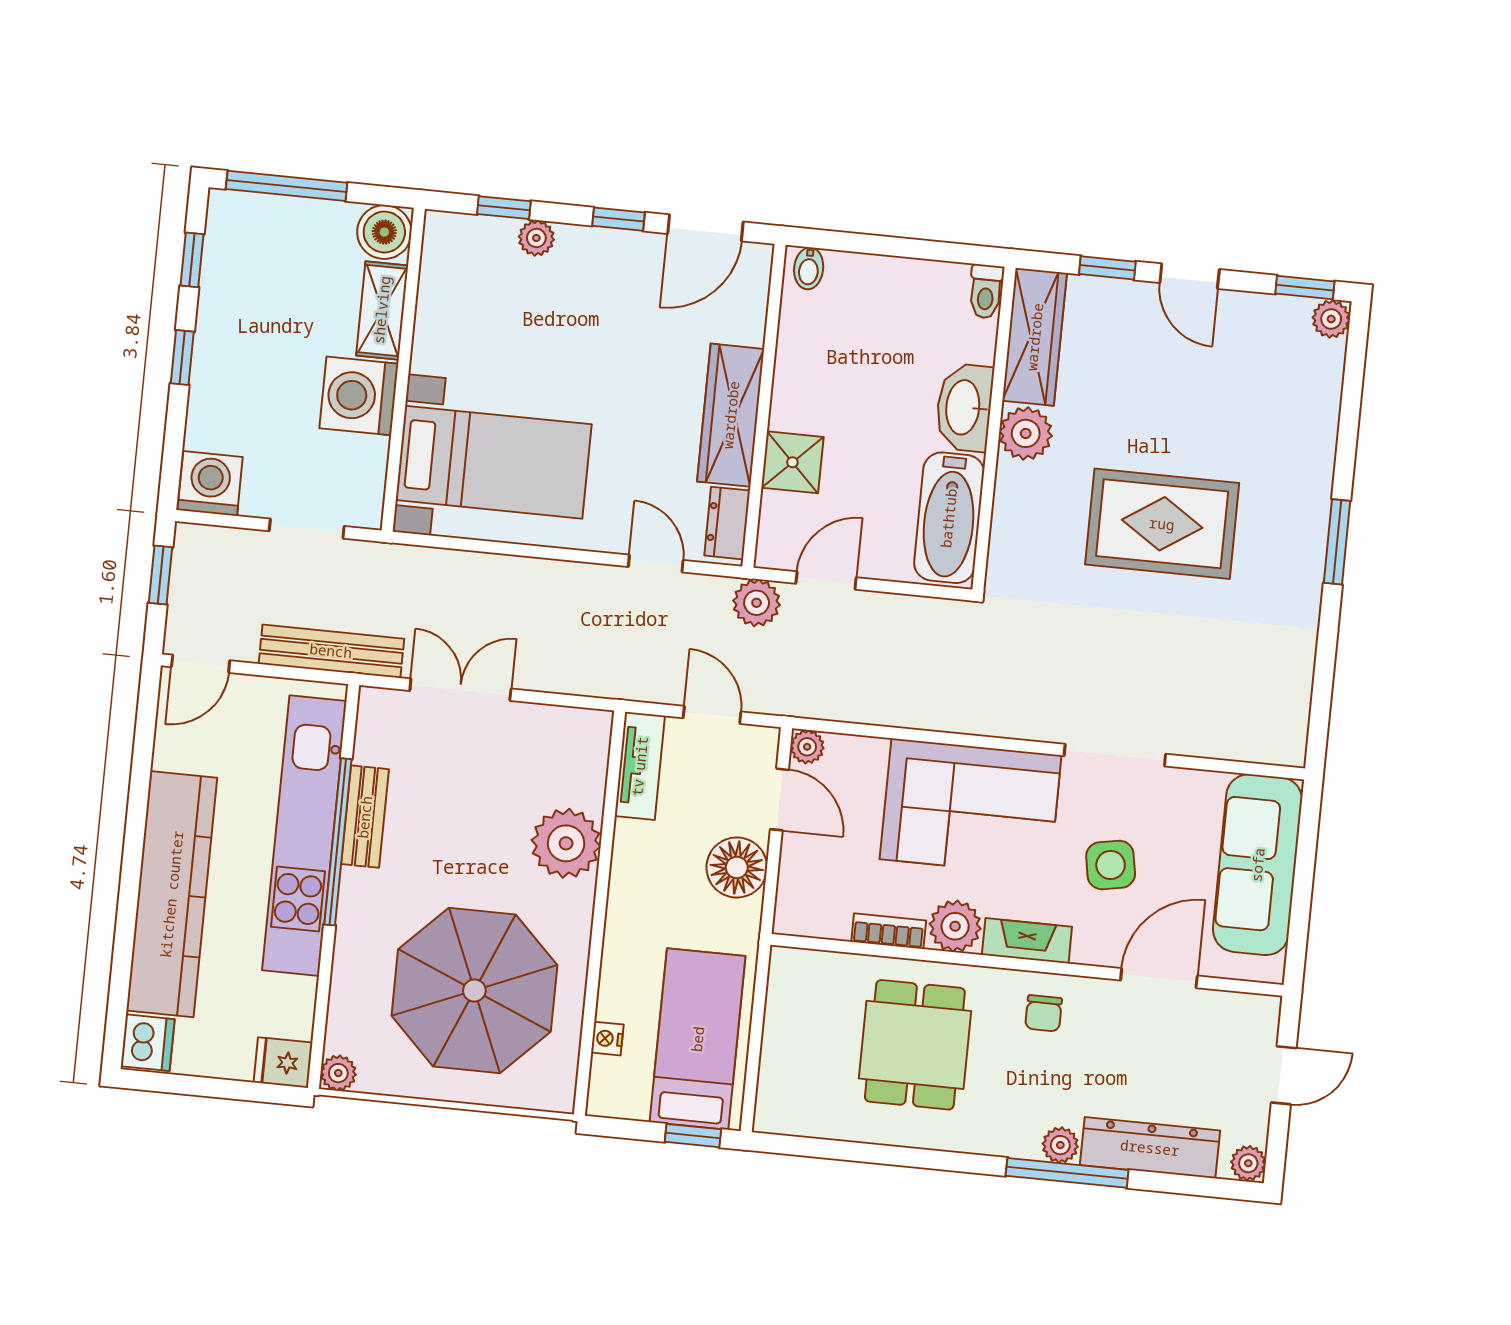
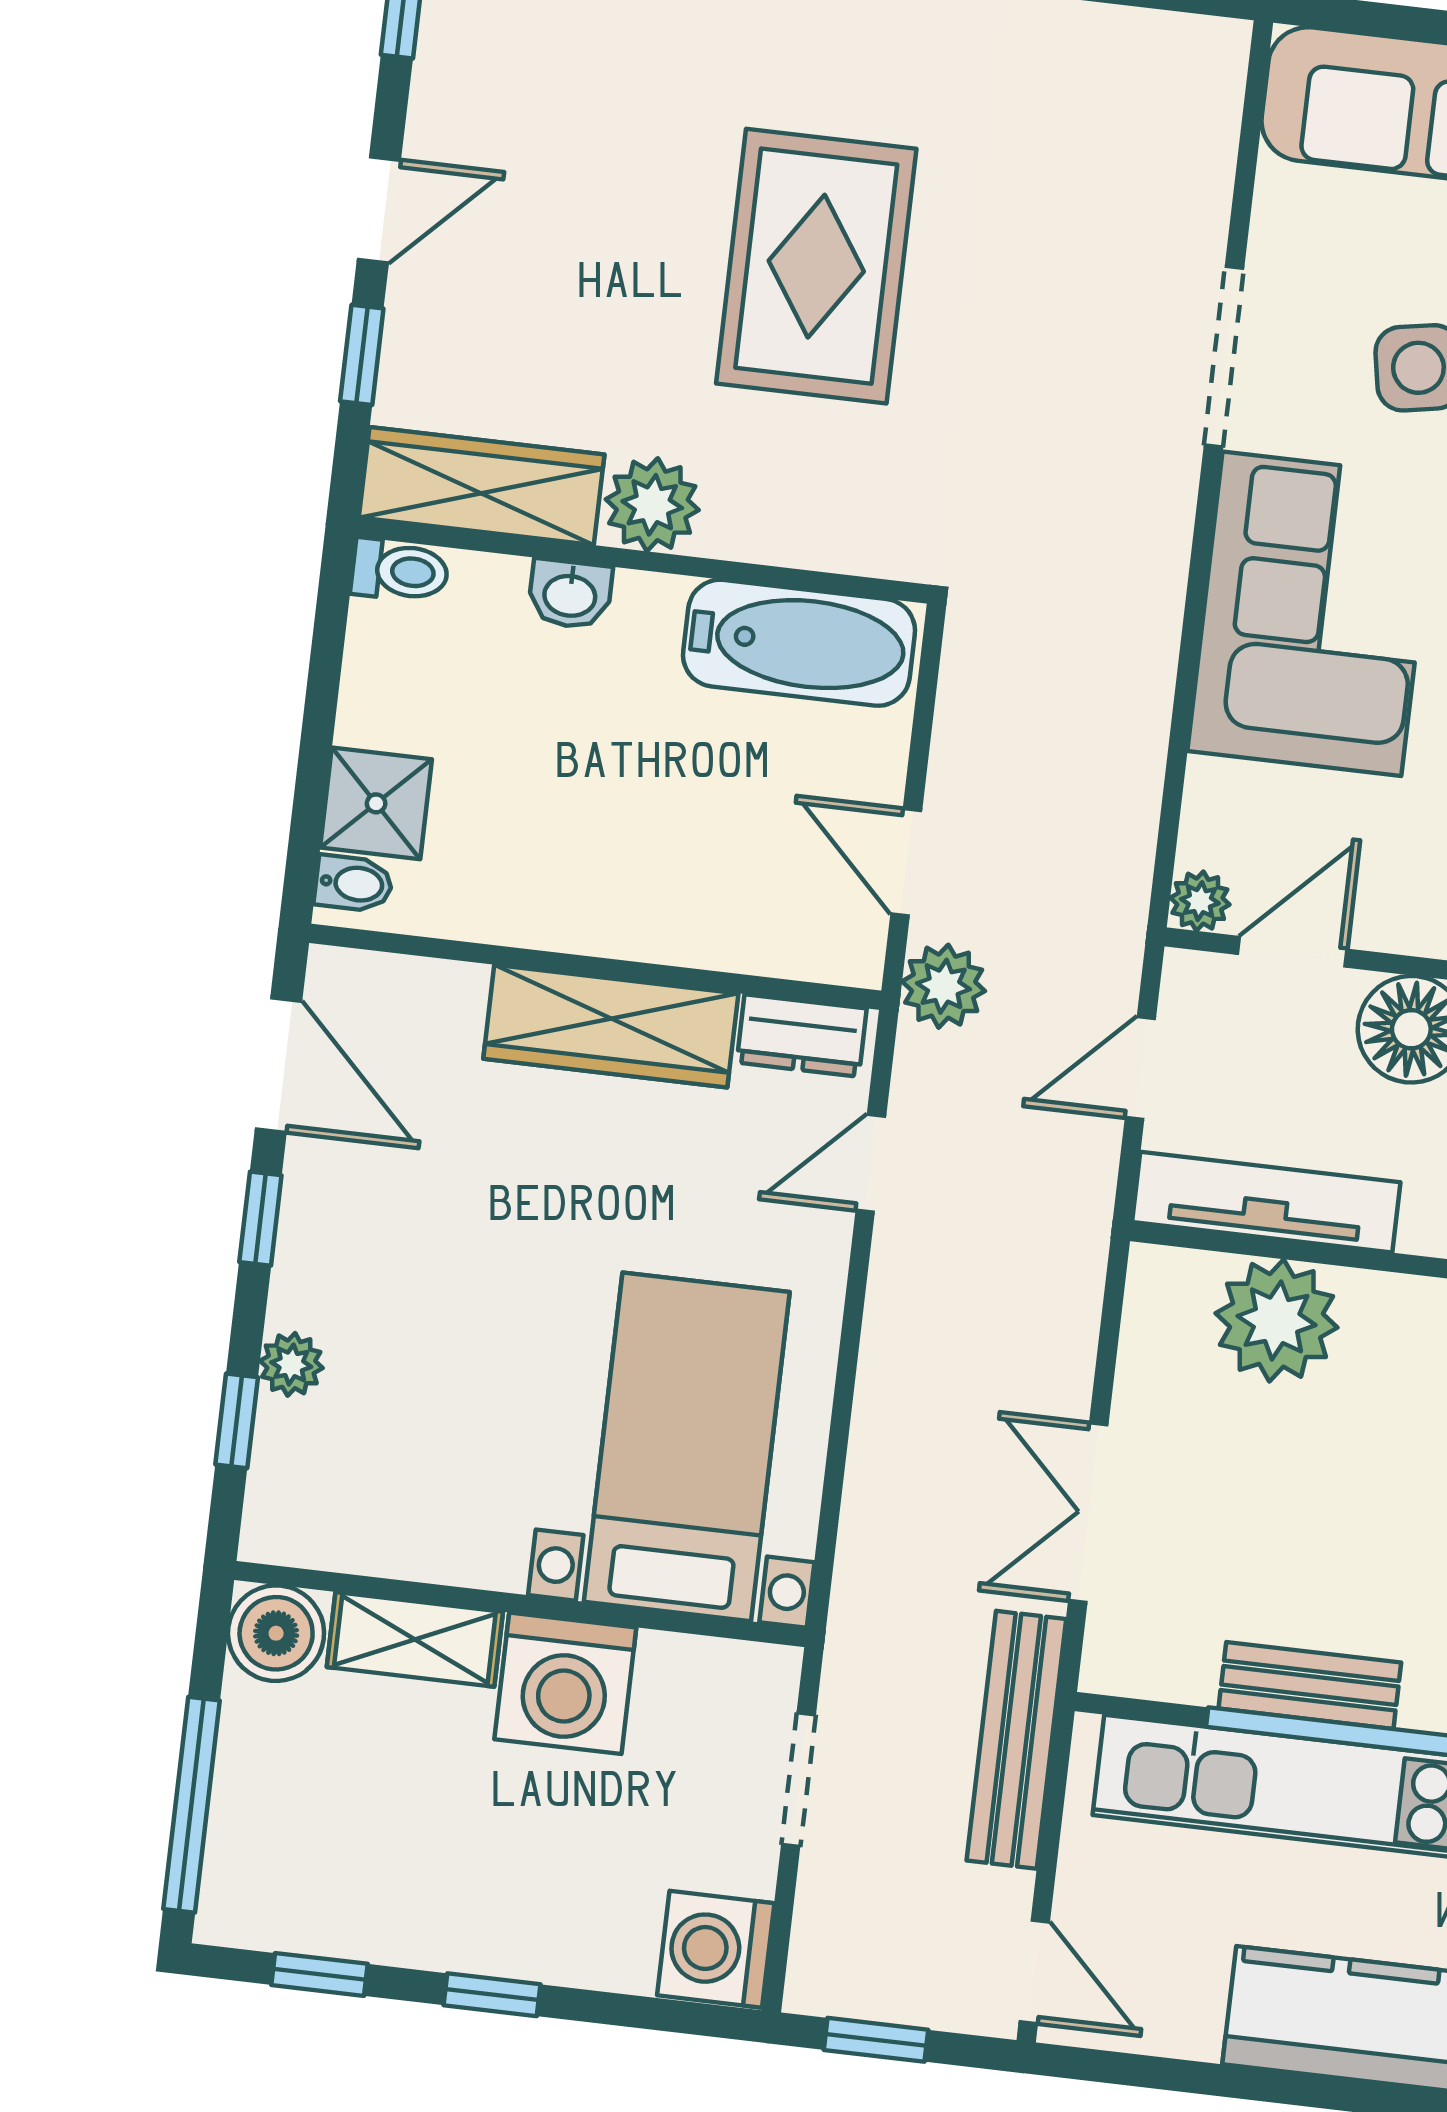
washbasin: (964, 407) -> (570, 594), width x0.52, depth x0.69
shower: (792, 462) -> (376, 803), moved
tv unit: (640, 766) -> (1266, 1202), width x1.41
plant: (566, 843) -> (1277, 1320), moved

